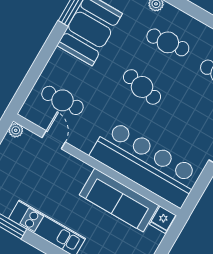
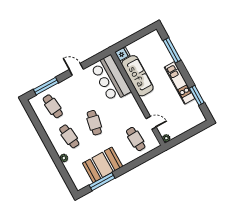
door: (54, 140) -> (151, 123), swing flipped
bar counter: (146, 164) -> (111, 79), width x0.73

